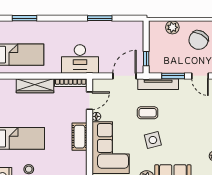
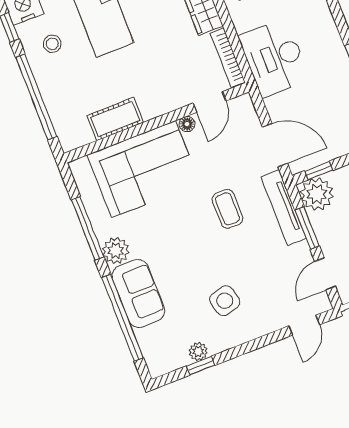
plant: (158, 64) -> (317, 194), added
door: (90, 101) -> (210, 102), hinge flipped
cot: (80, 137) -> (115, 119), moved
side table: (153, 140) -> (225, 301), moved

